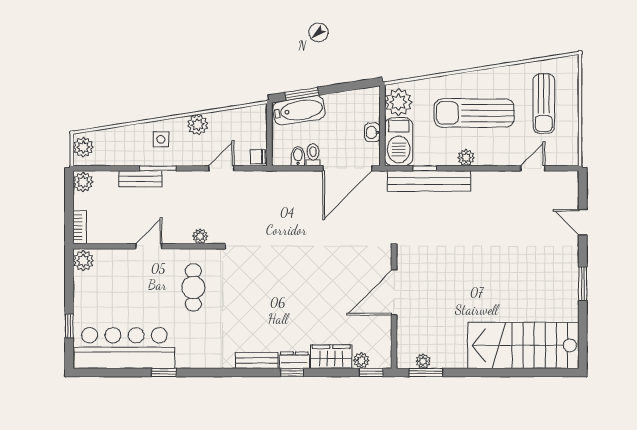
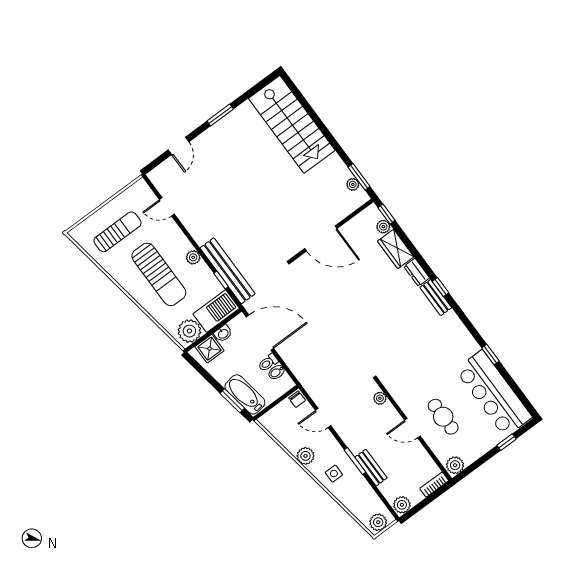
shower: (368, 109) -> (210, 349), added
cafe table: (193, 287) -> (443, 417), moved, turned 90
window: (292, 372) -> (441, 287), moved

